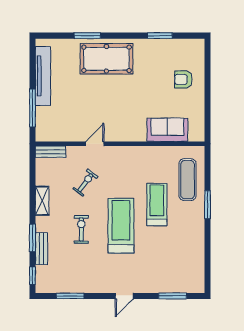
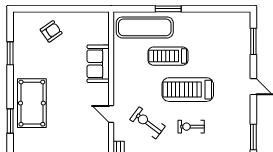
armchair: (183, 79) -> (51, 31), turned -125
sofa: (167, 130) -> (98, 64), moved
exercise mat: (188, 180) -> (145, 27), width x1.36, depth x1.45
exercise bike: (85, 183) -> (148, 123), width x1.38, depth x1.39

